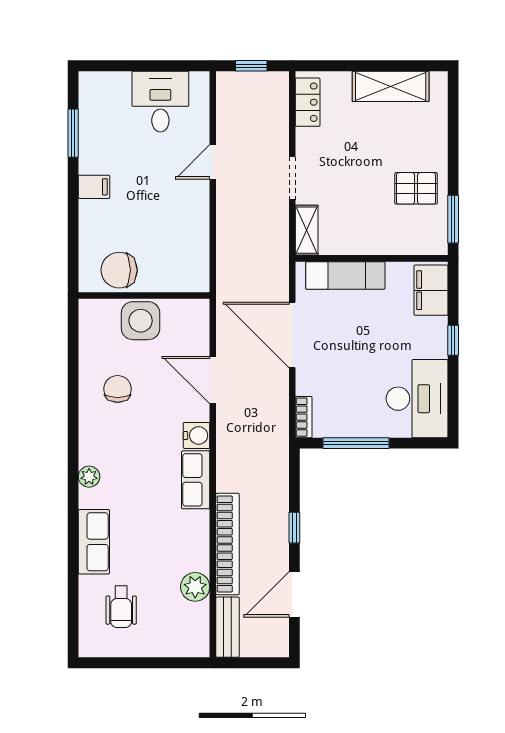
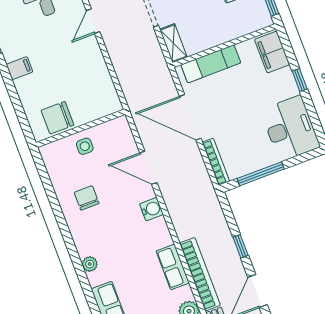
side table: (141, 321) -> (85, 146), width x0.54, depth x0.54
bookcase: (304, 417) -> (216, 162), width x1.56
row of seats: (196, 480) -> (173, 267), moved

